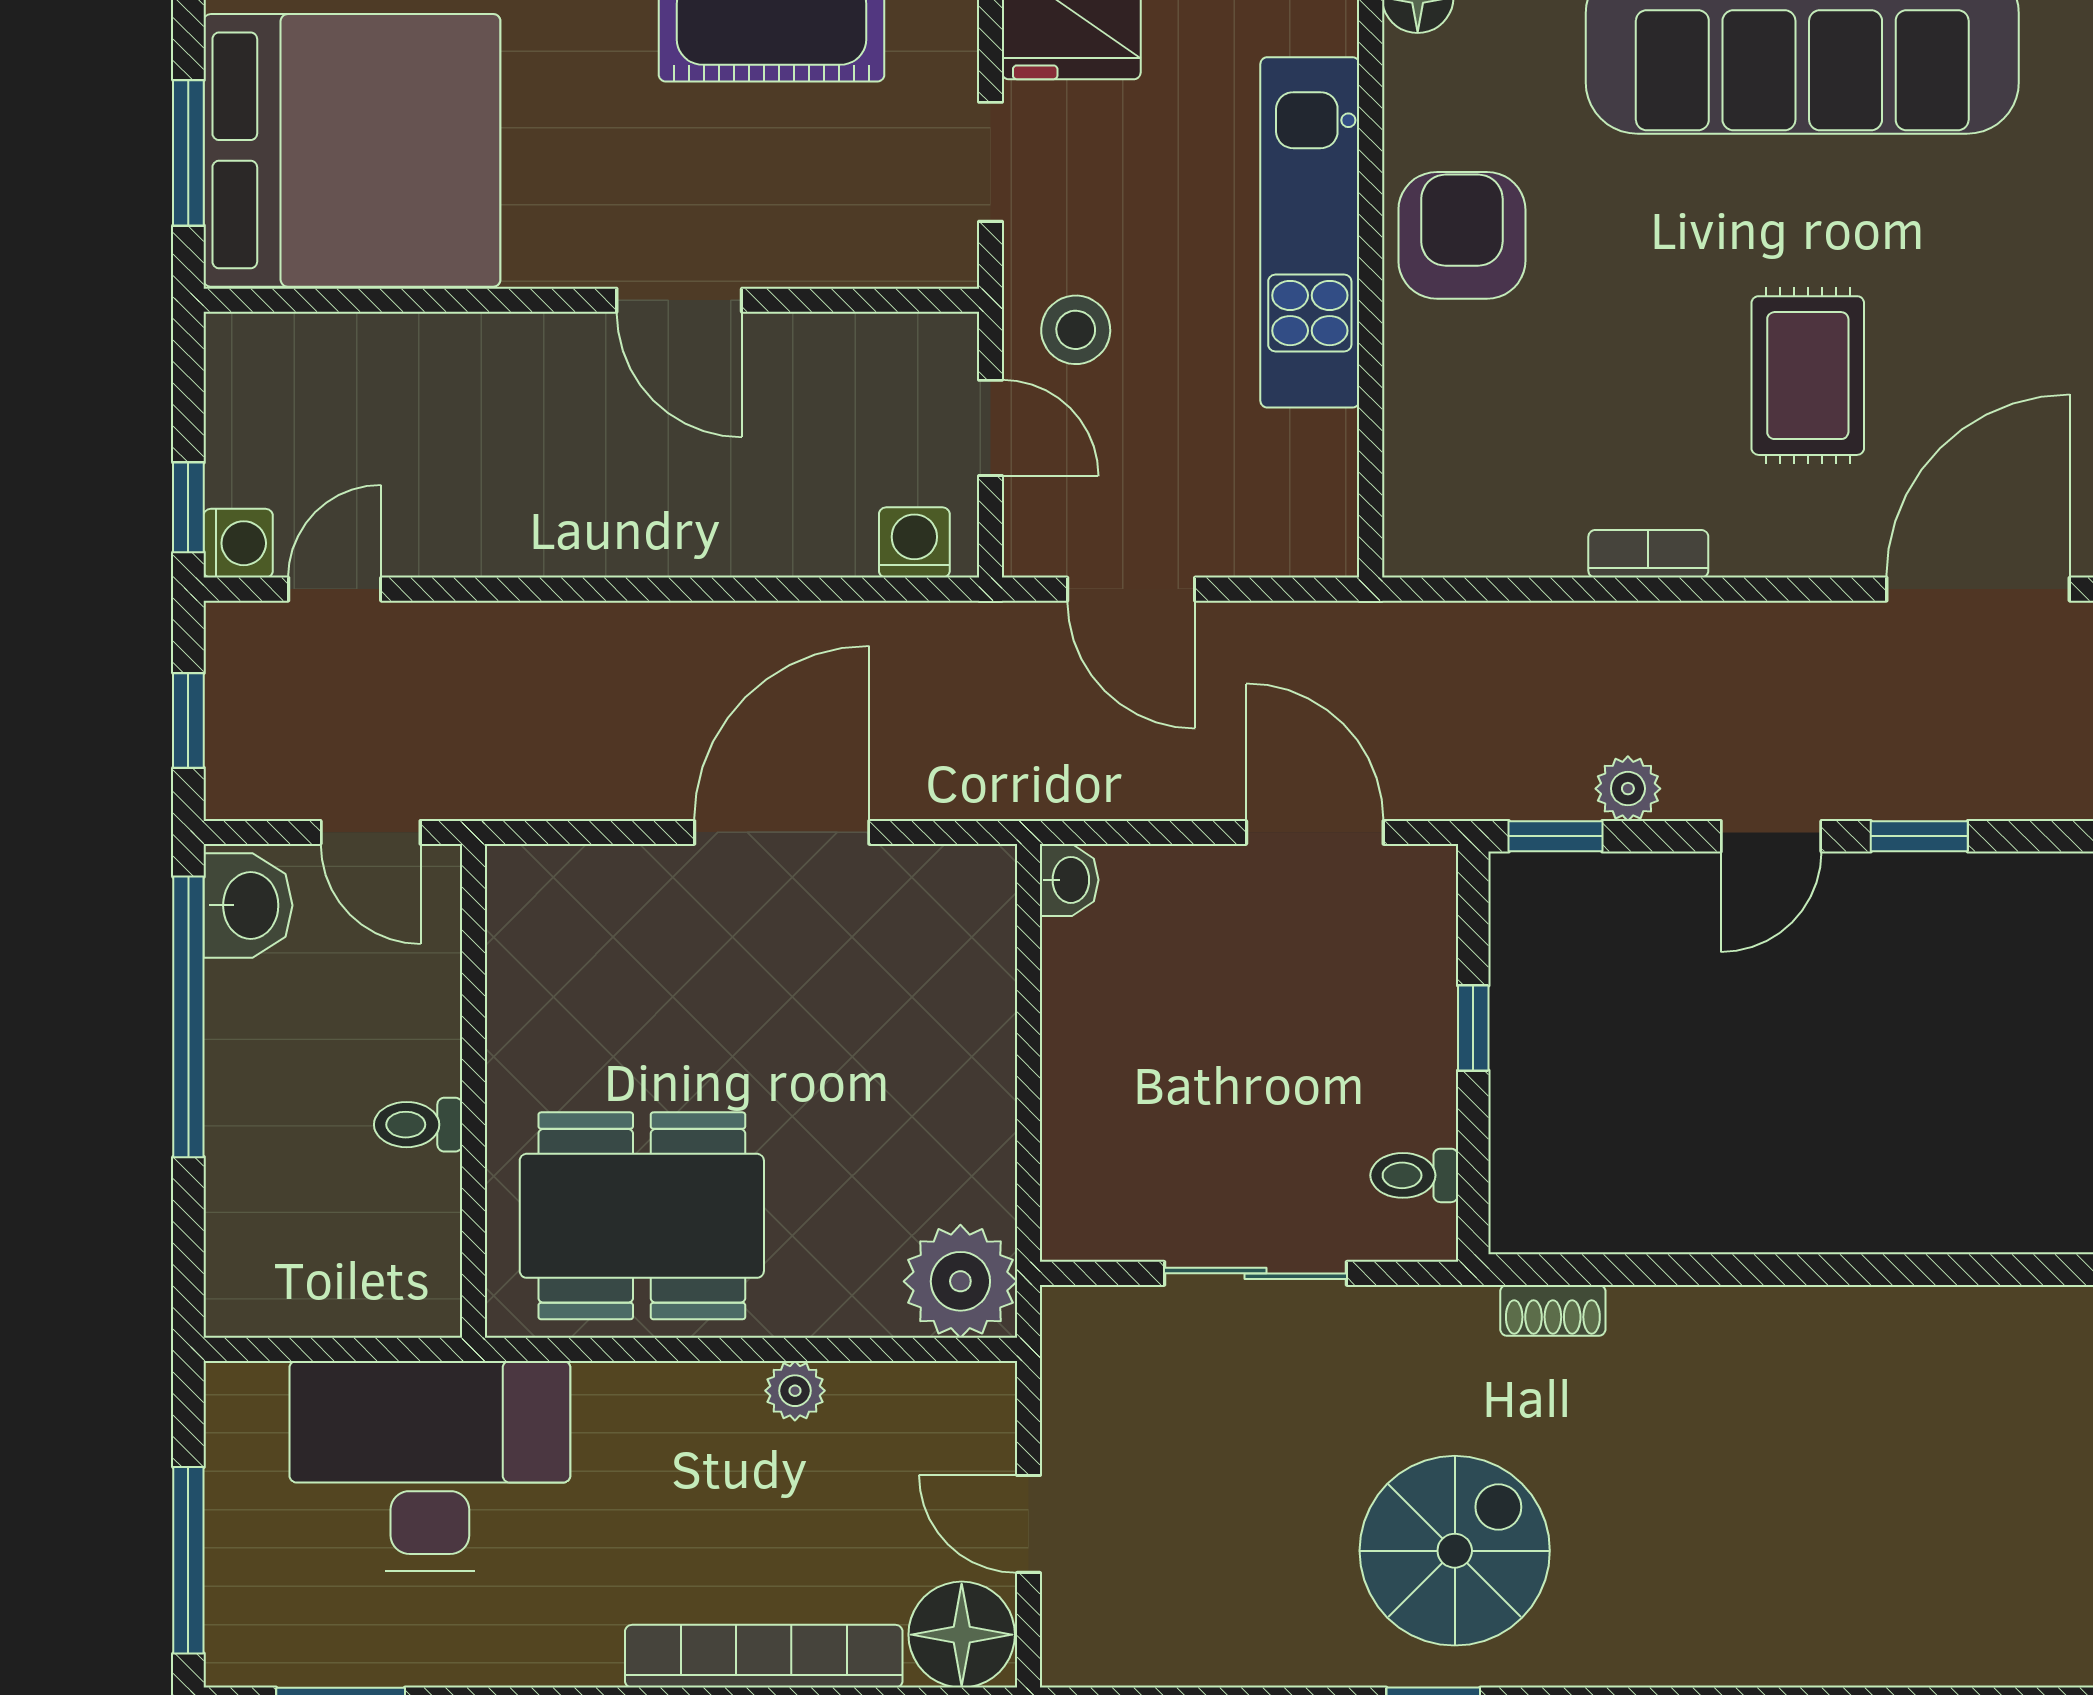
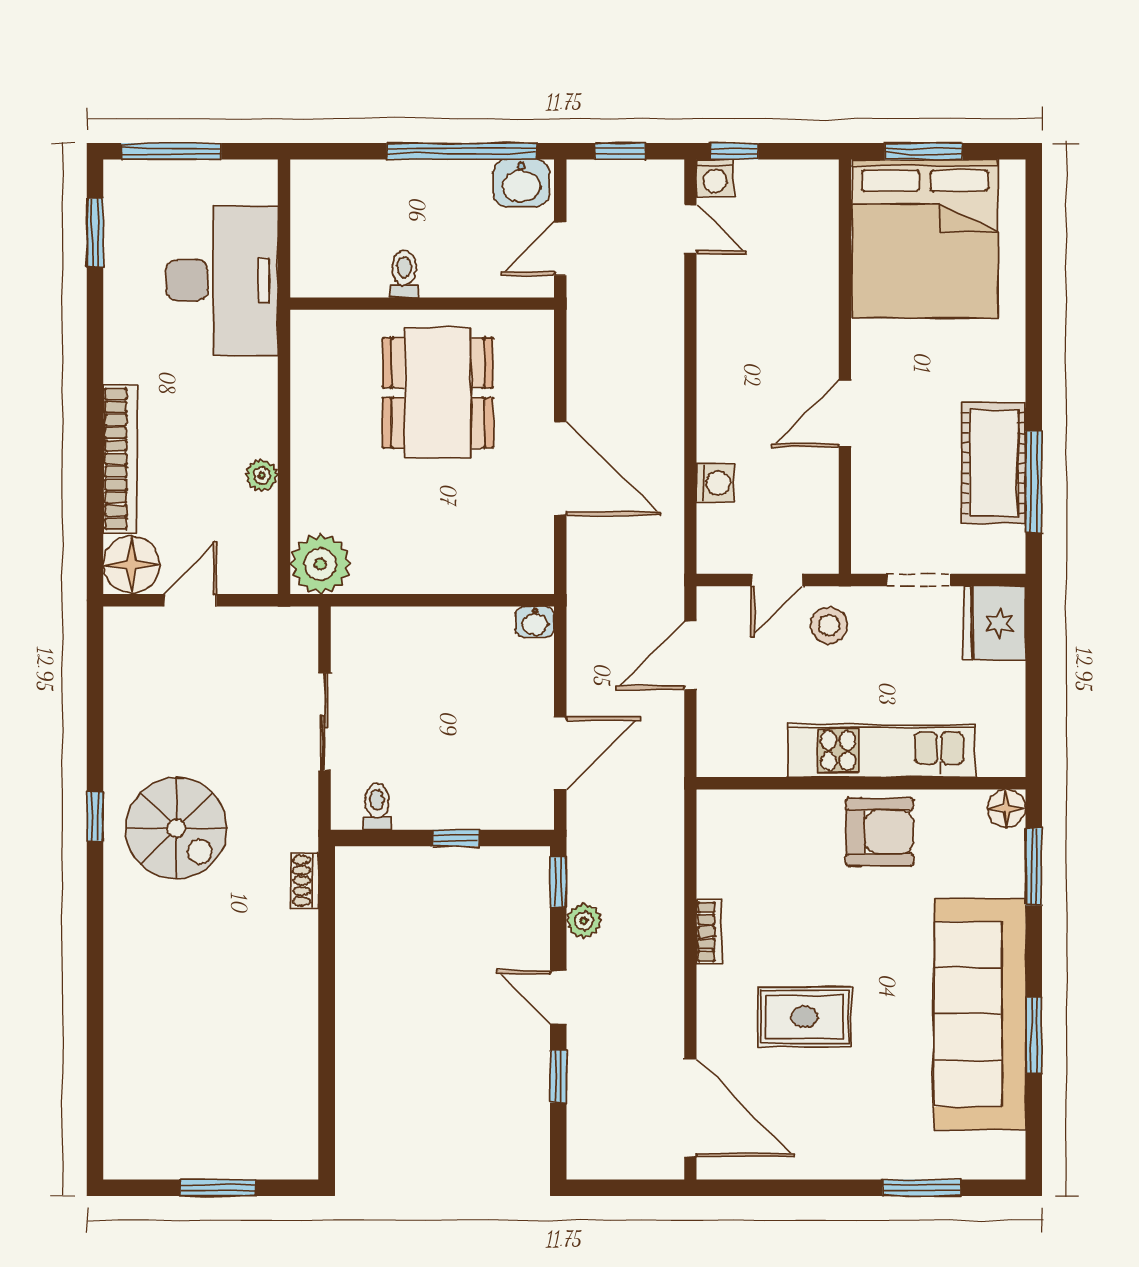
washing machine: (914, 542) -> (715, 483), moved
dining table: (642, 1216) -> (438, 393), moved

